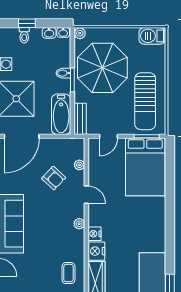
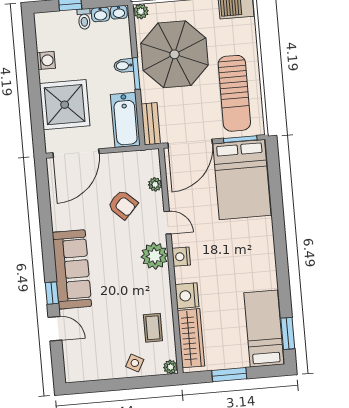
toilet: (24, 35) -> (84, 19), moved
door: (109, 136) -> (190, 143), width x1.88
plant: (79, 224) -> (155, 256), width x1.88, depth x1.88
nightstand: (94, 234) -> (181, 257), moved

